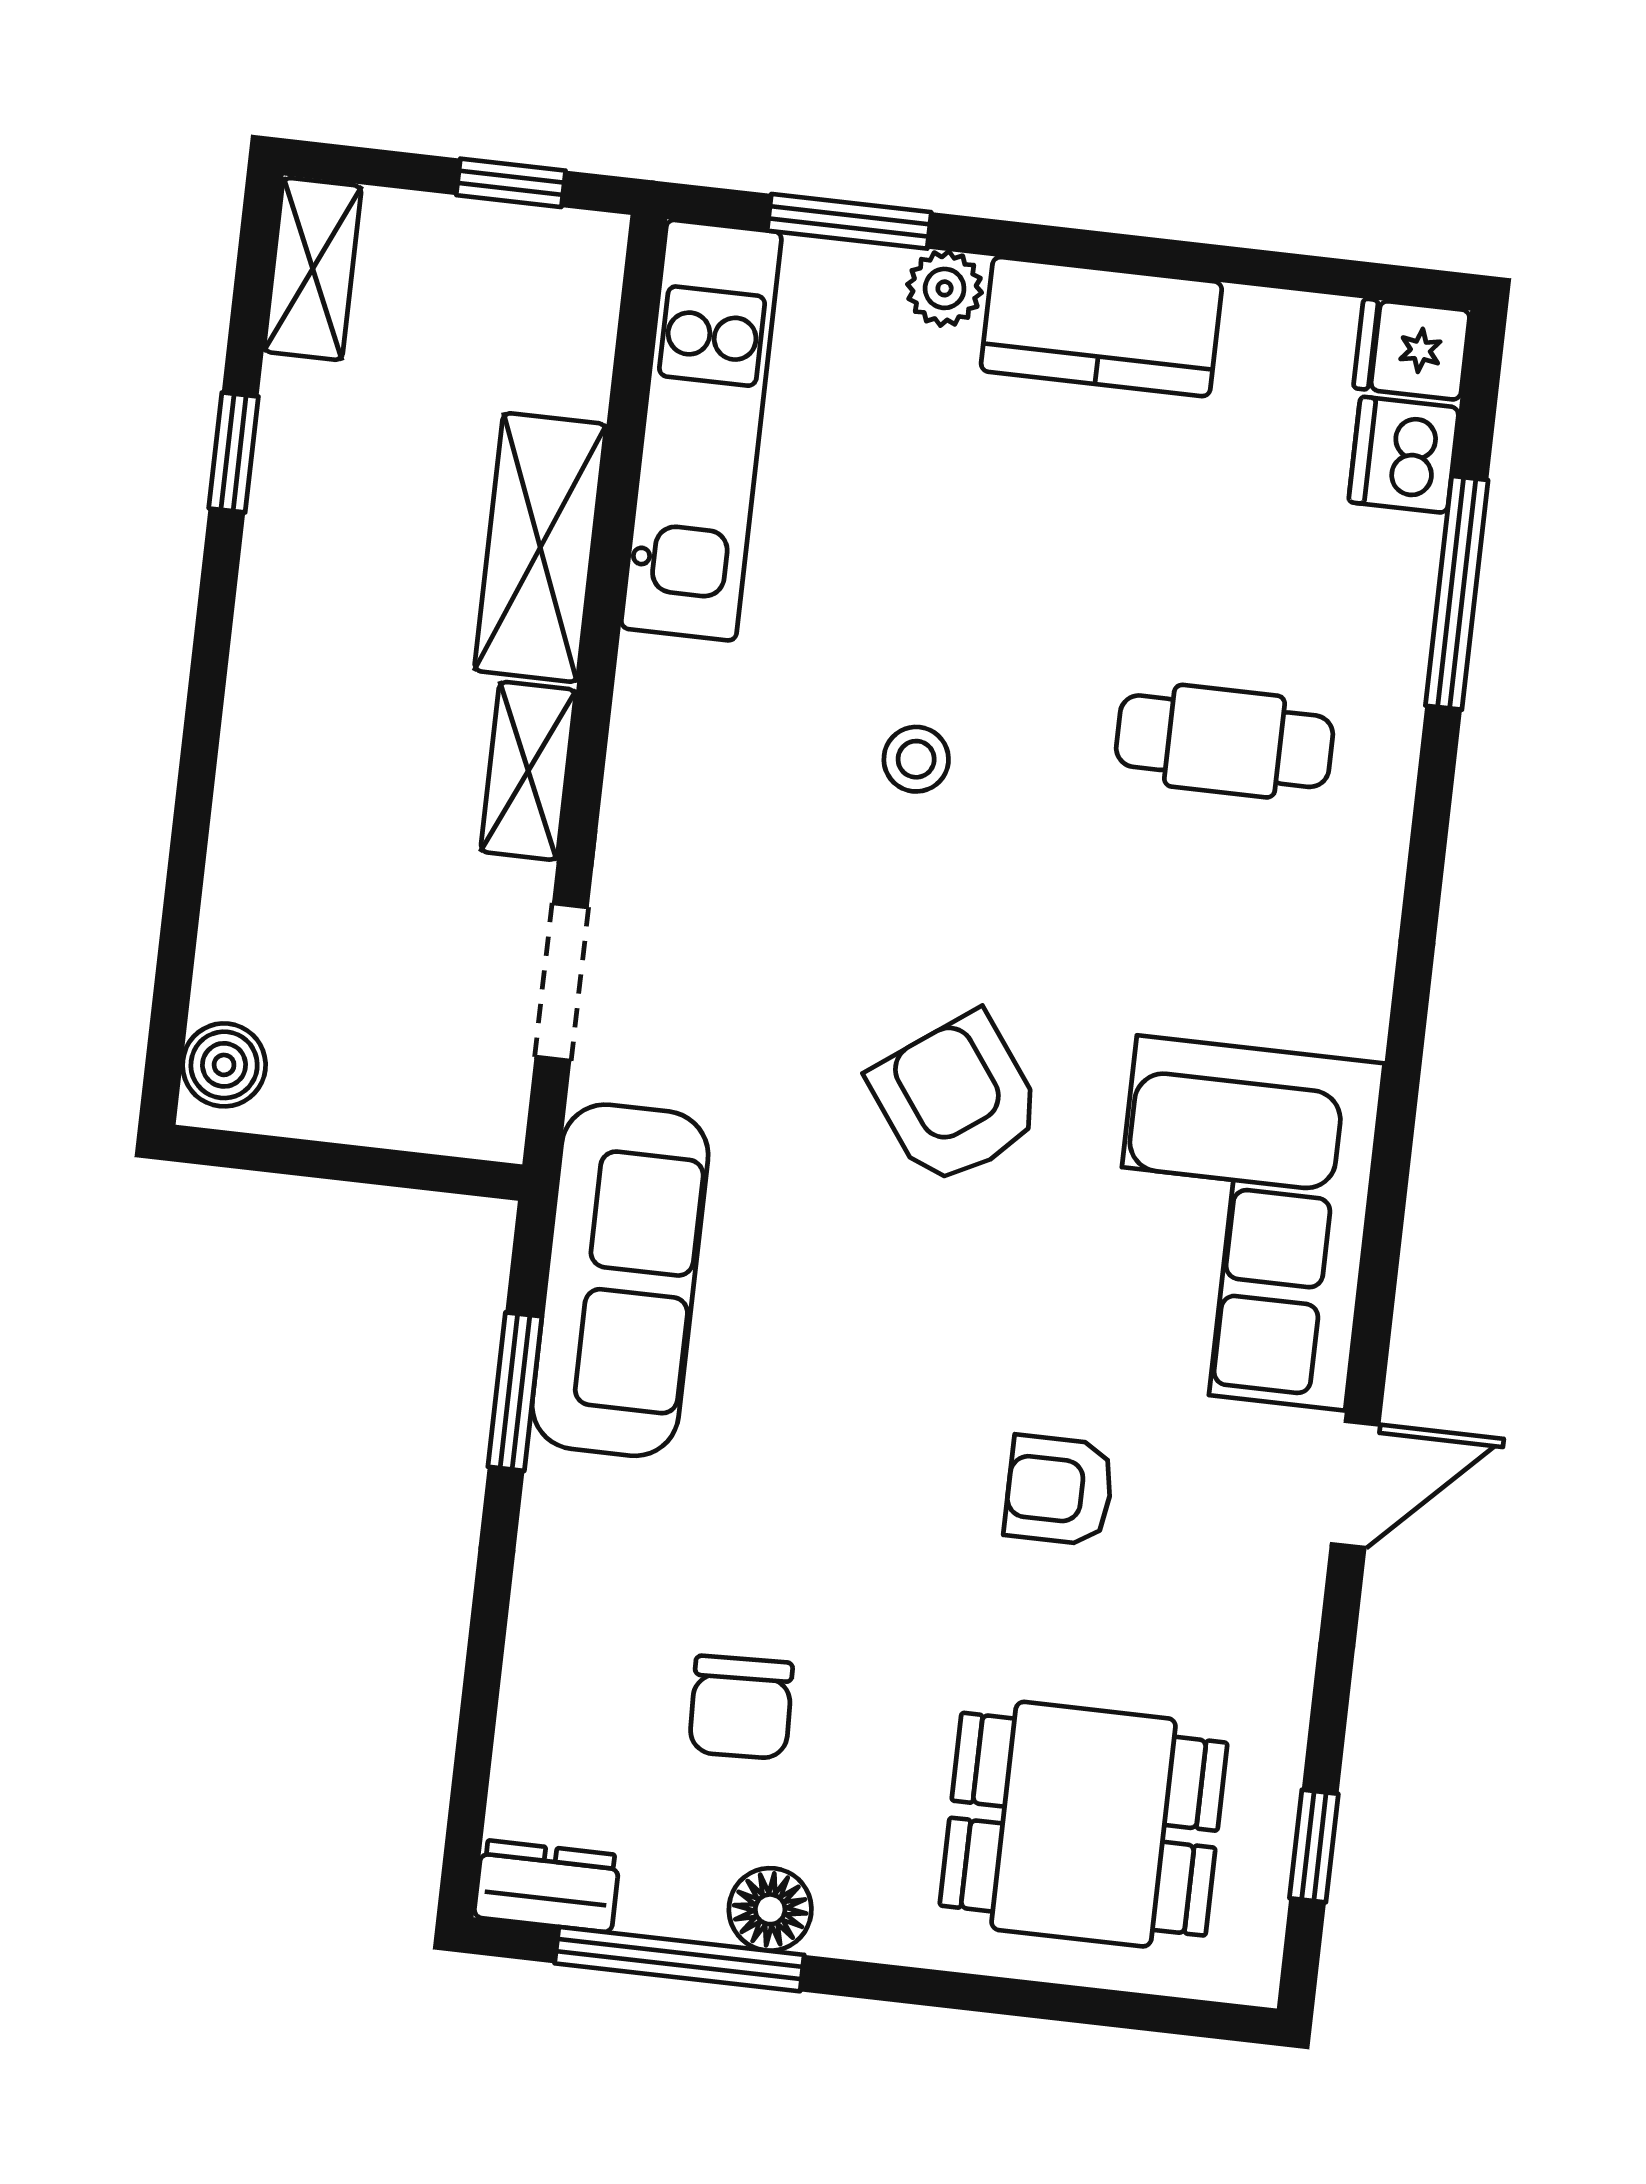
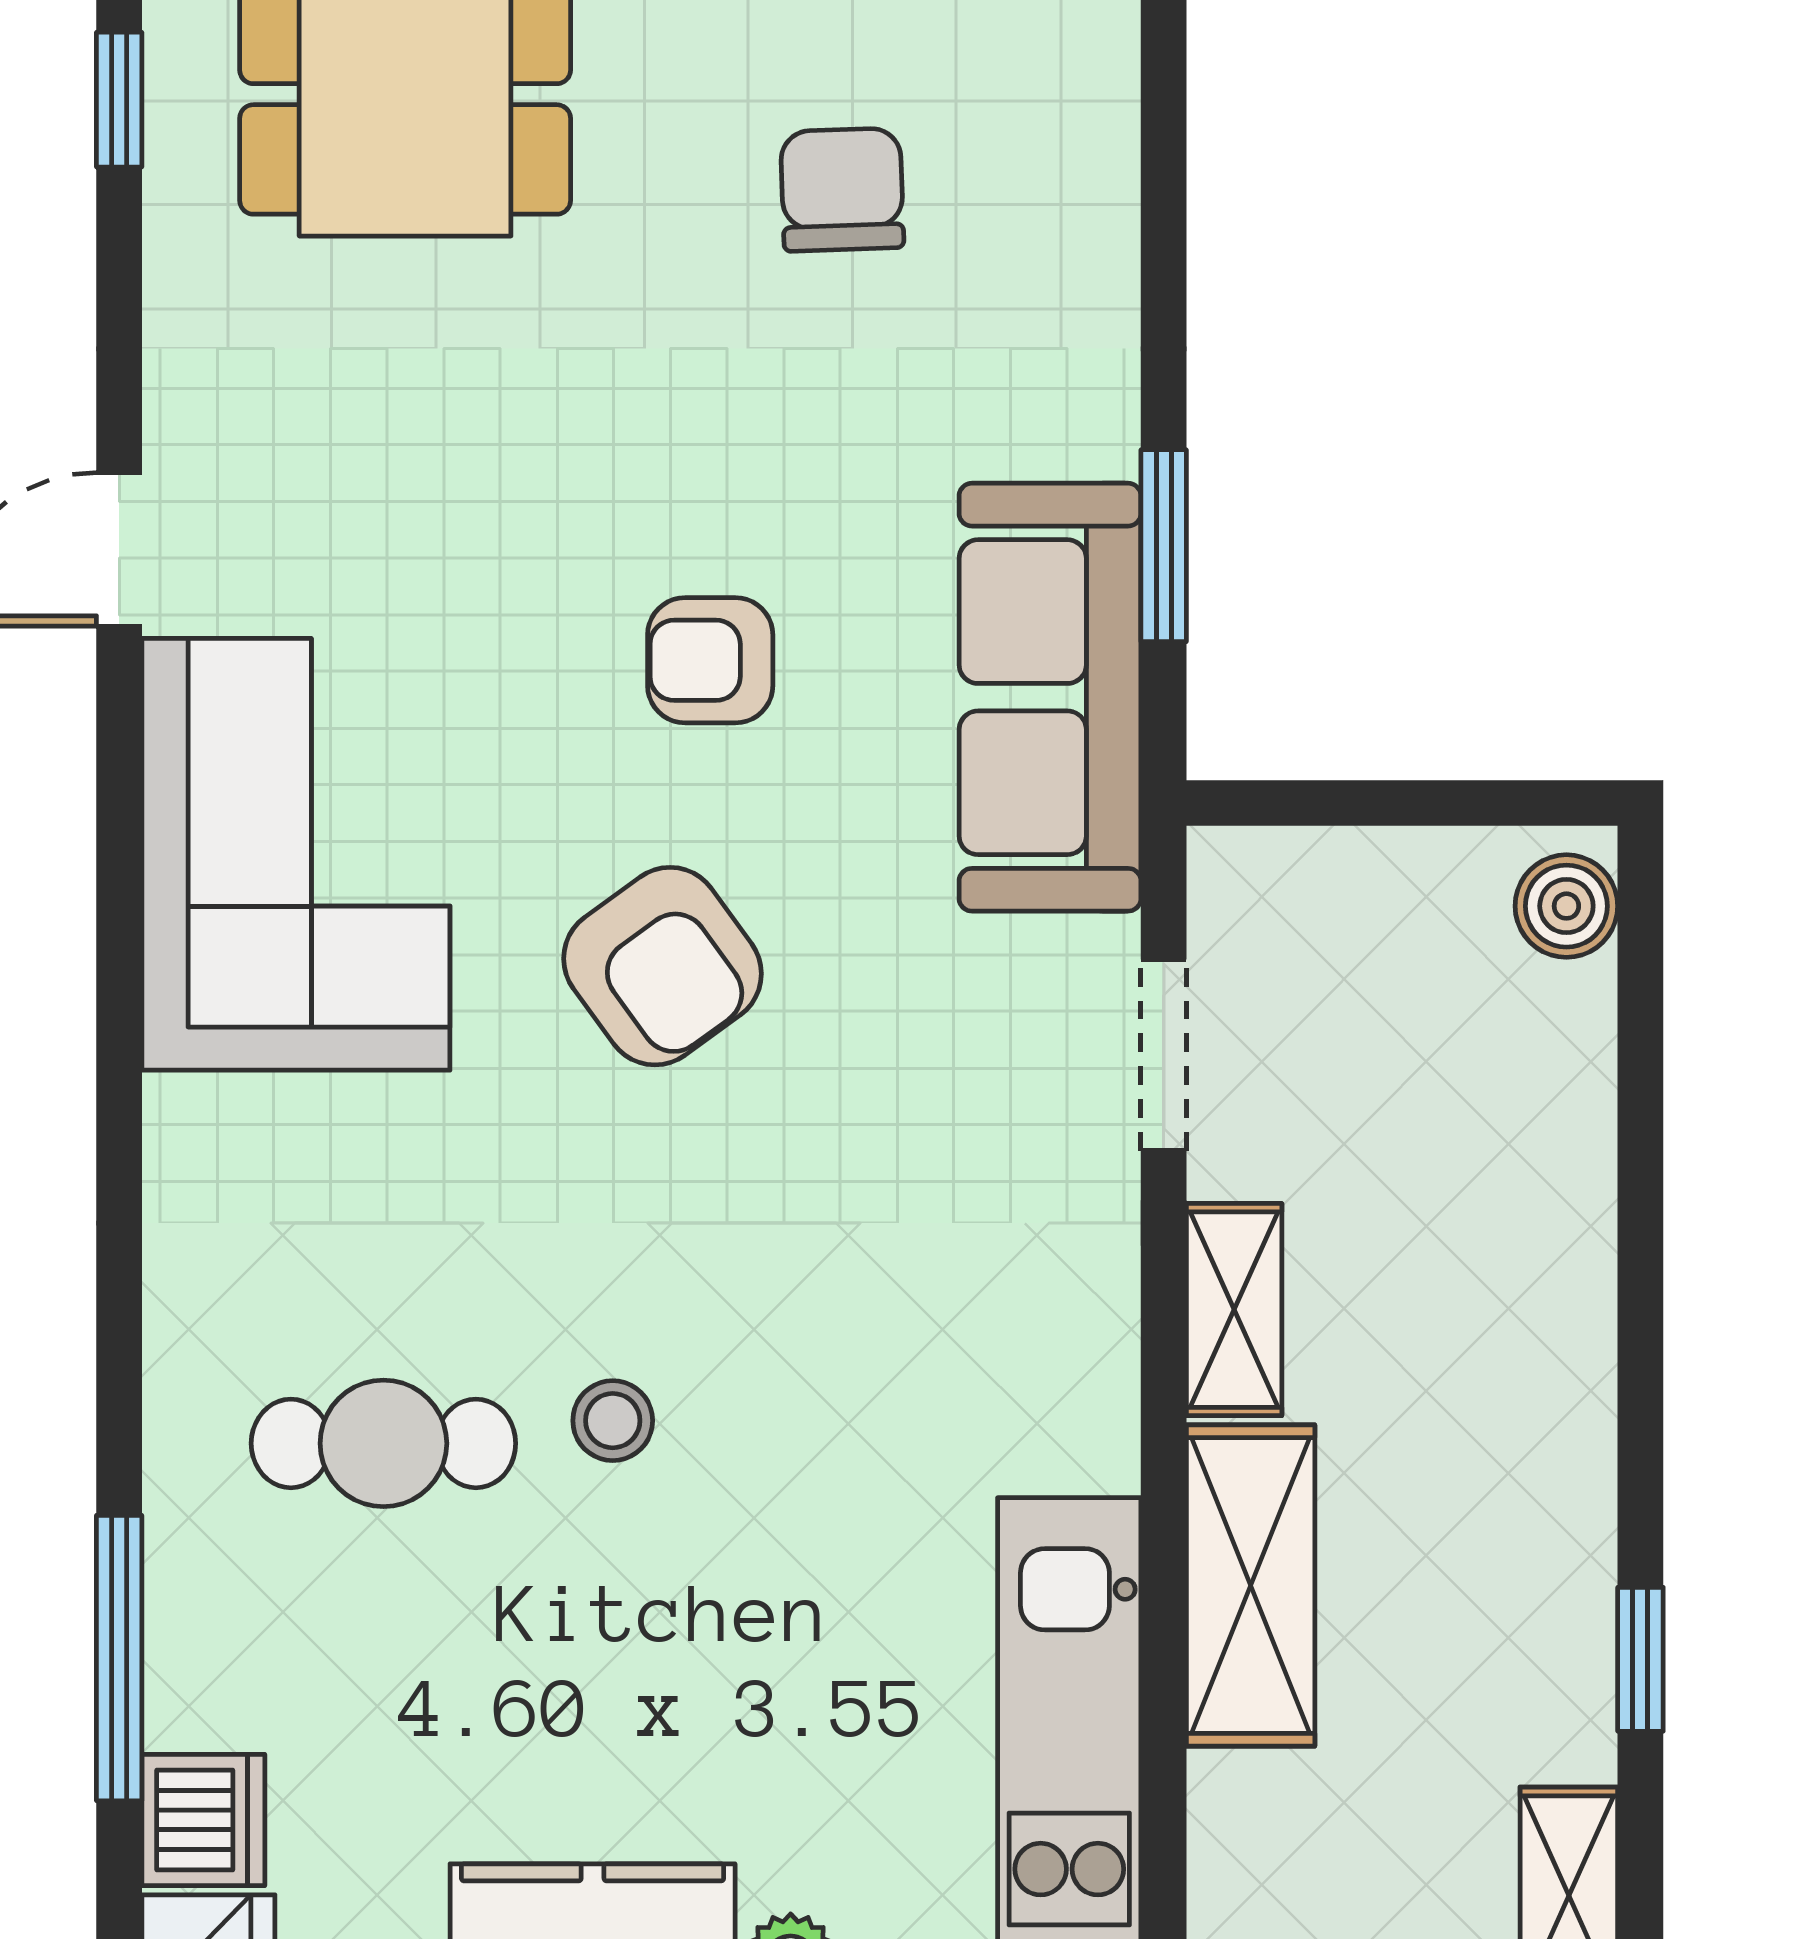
stool: (916, 759) -> (613, 1421), moved
armchair: (1059, 1490) -> (710, 660), moved, turned 180

